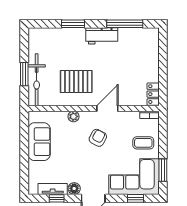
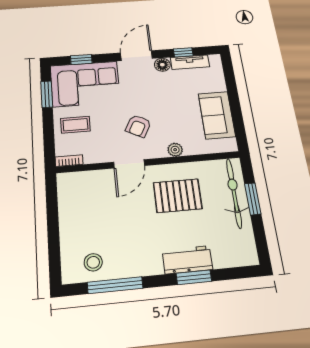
workbench: (102, 36) -> (187, 260), moved
stool: (138, 40) -> (93, 262), added
locker: (153, 94) -> (66, 188), removed

